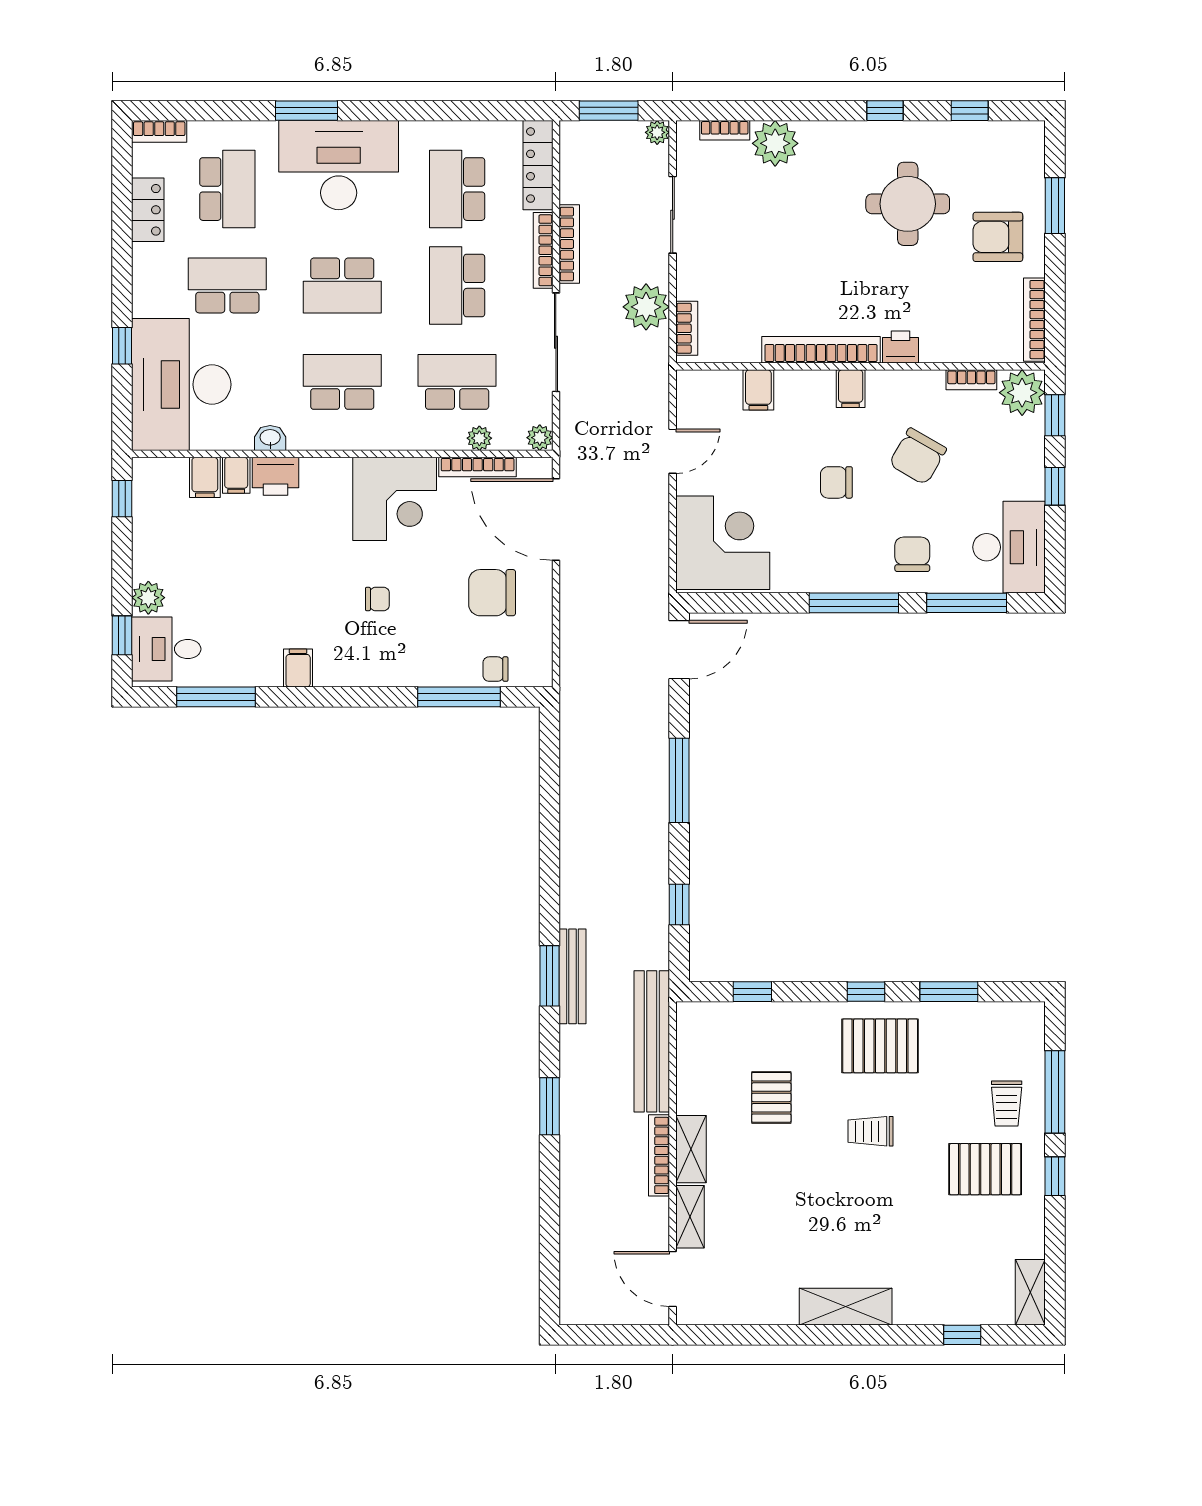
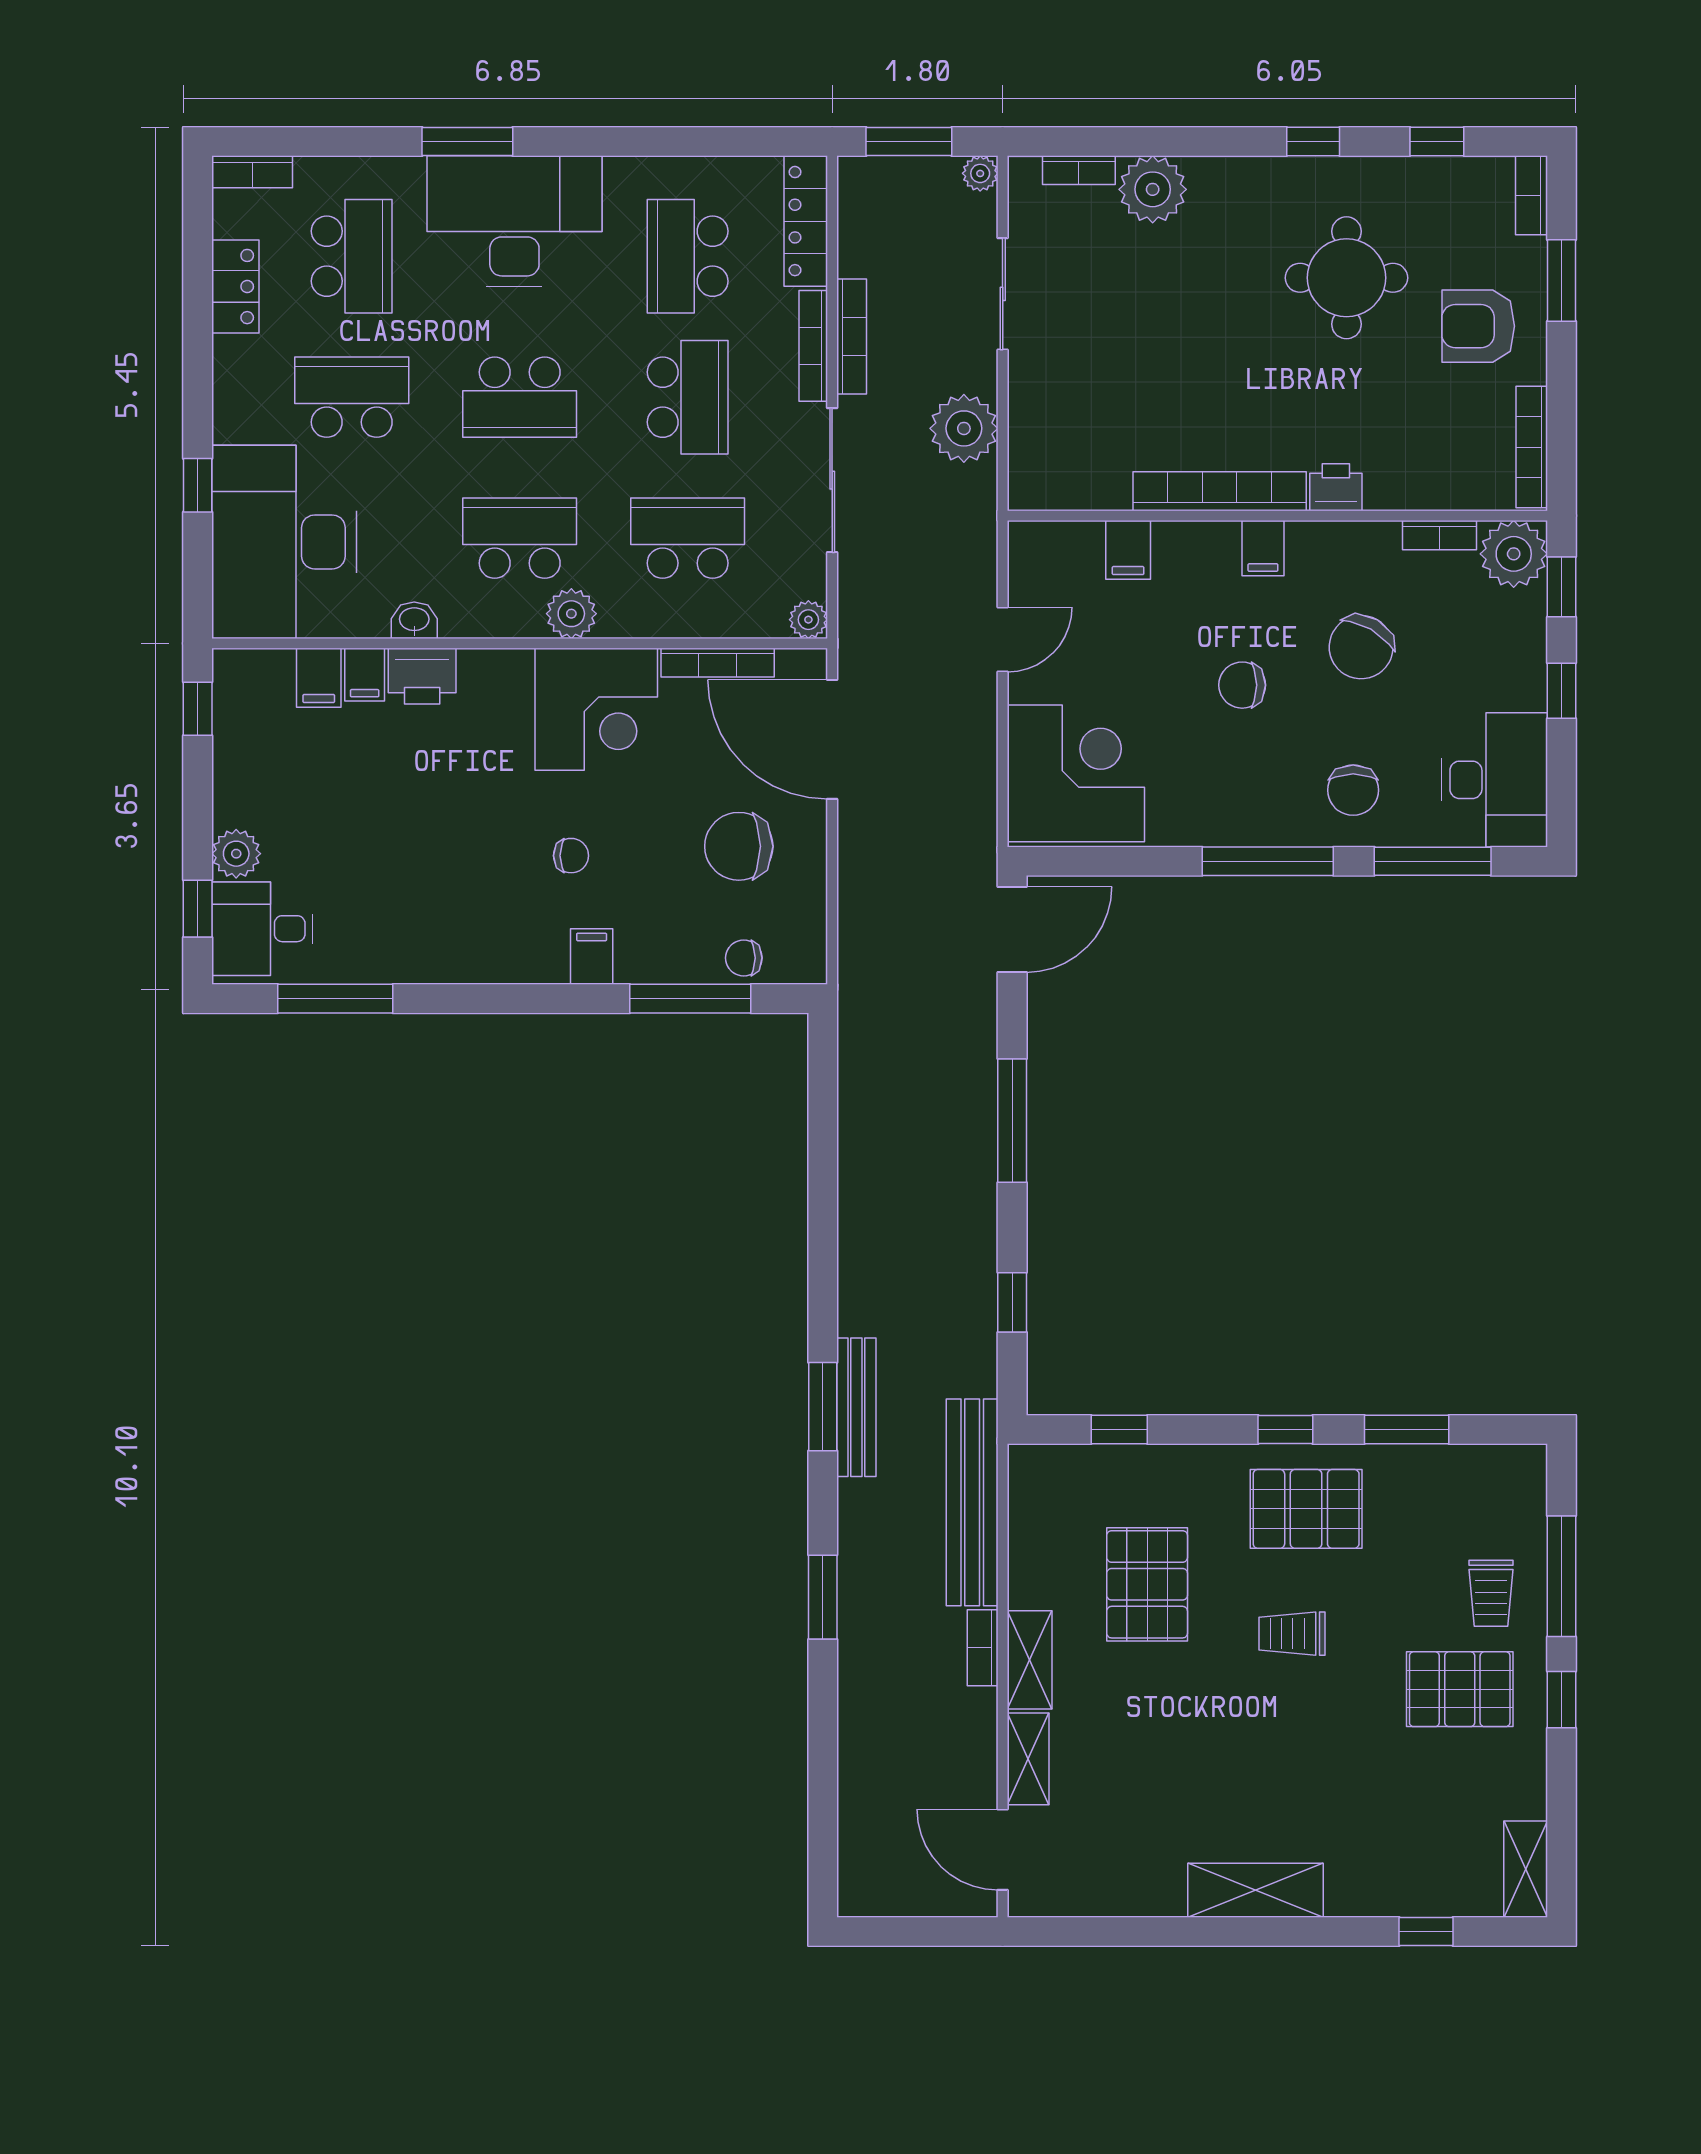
school desk: (457, 285) -> (688, 397), turned 180
bookcase: (687, 328) -> (1531, 195), moved, turned 180
plant: (479, 438) -> (571, 614), moved, width x1.38, depth x1.38
chair: (912, 554) -> (1353, 790), turned 180
filing cabinet: (298, 668) -> (592, 956), moved
pallet: (771, 1097) -> (1147, 1584), width x1.50, depth x1.42
bookcase: (659, 1155) -> (983, 1648), width x0.64

